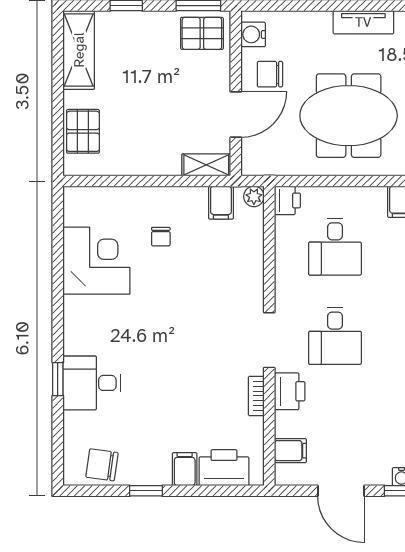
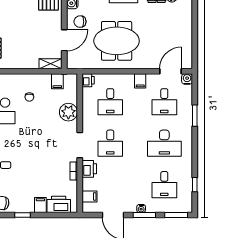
plant: (254, 196) -> (68, 112), moved, width x1.88, depth x1.88

